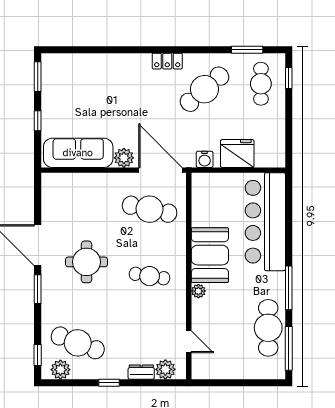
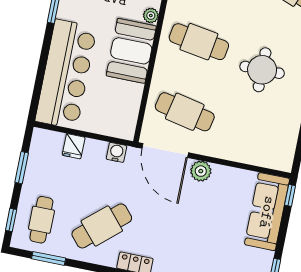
window: (38, 121) -> (290, 195), moved
window: (289, 128) -> (22, 168), added
sofa: (78, 153) -> (267, 212), moved, turned 90
fridge: (237, 153) -> (74, 146), width x0.53, depth x0.75
cafe table: (150, 276) -> (199, 42), width x1.37, depth x1.35

